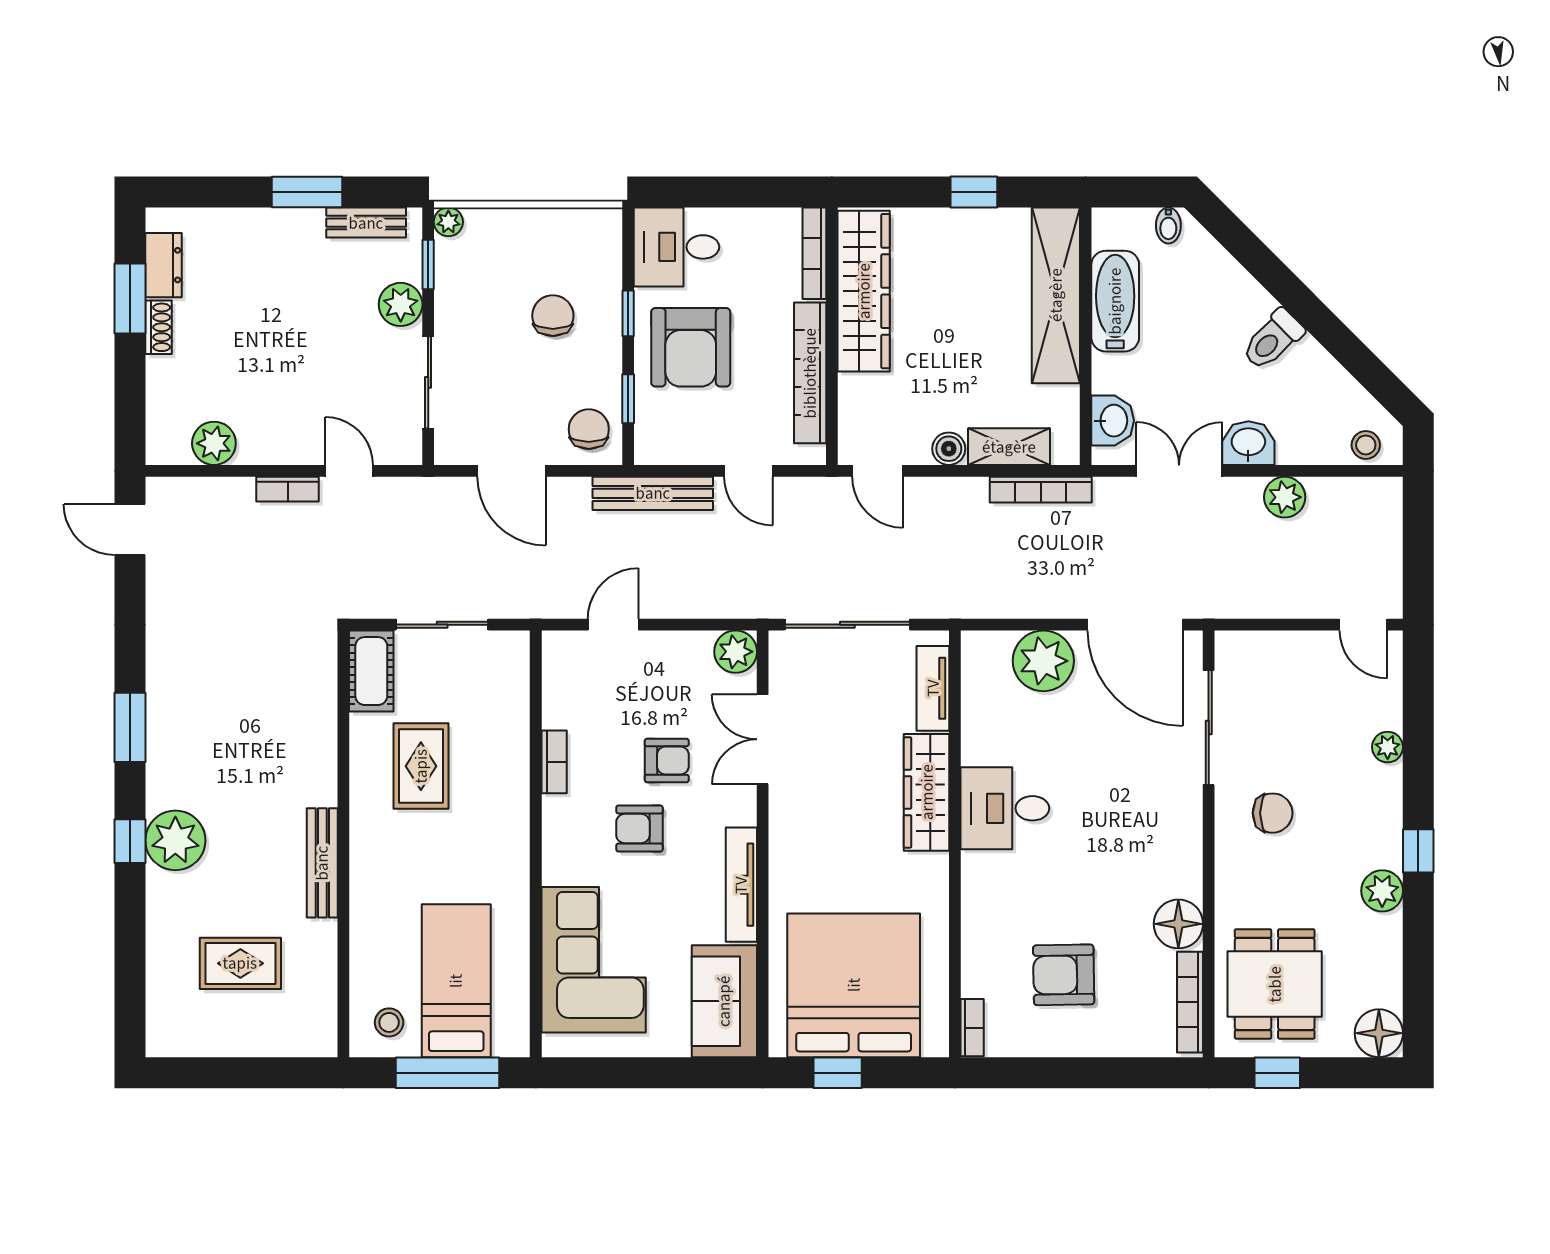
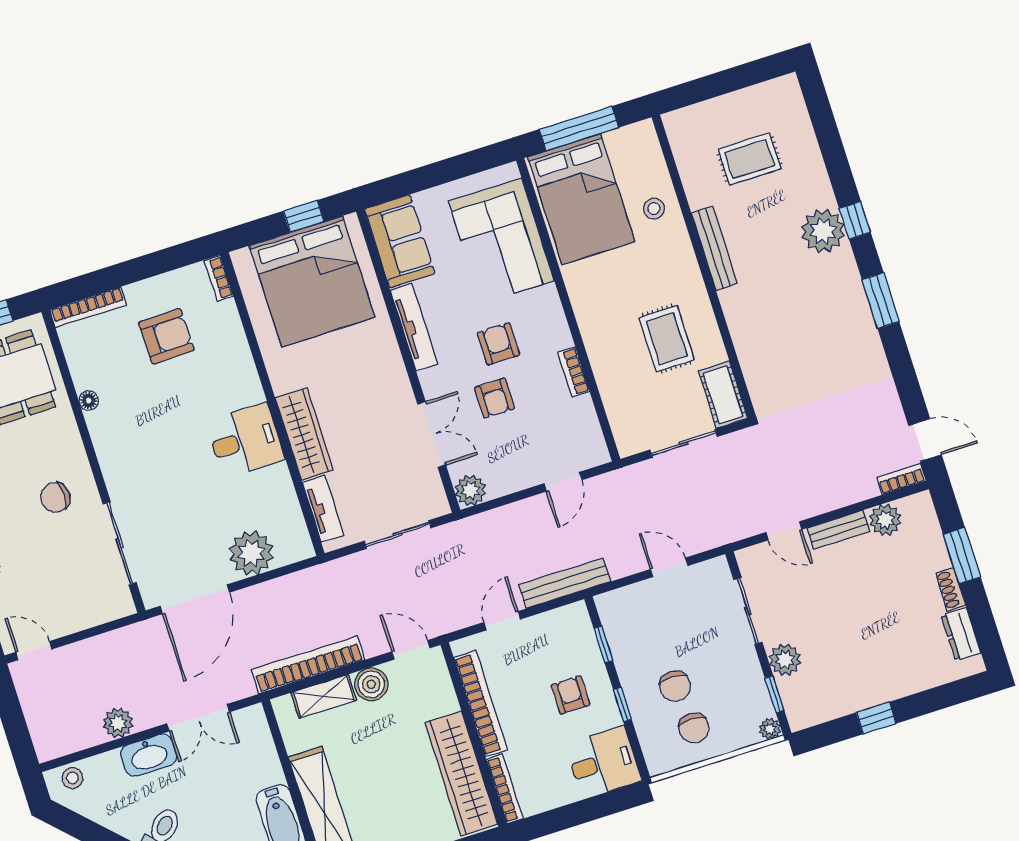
window: (307, 192) -> (876, 718), width x0.67
bench: (366, 223) -> (838, 530), moved
window: (130, 299) -> (962, 556), moved
armchair: (691, 347) -> (571, 695), width x0.53, depth x0.53
washbasin: (1113, 421) -> (257, 738), removed
chair: (589, 429) -> (694, 728), moved
washbasin: (1248, 443) -> (149, 755), width x1.38
boiler: (949, 449) -> (371, 684), width x1.36, depth x1.36
door: (512, 471) -> (669, 567), width x0.73
door: (748, 471) -> (502, 621), hinge flipped
bookcase: (288, 489) -> (901, 479), moved
bookcase: (1041, 490) -> (308, 665), width x1.48, depth x1.31
sliding door: (847, 625) -> (398, 535), width x0.73
door: (1135, 625) -> (195, 599), swing flipped
armchair: (667, 761) -> (495, 398), turned -90
armchair: (639, 829) -> (498, 344), turned -90
floor lamp: (1178, 924) -> (89, 401), width x0.53, depth x0.53
bed: (456, 981) -> (581, 199), width x1.50
bookcase: (1190, 1002) -> (88, 307), moved, turned 90
stool: (389, 1022) -> (654, 209), moved

